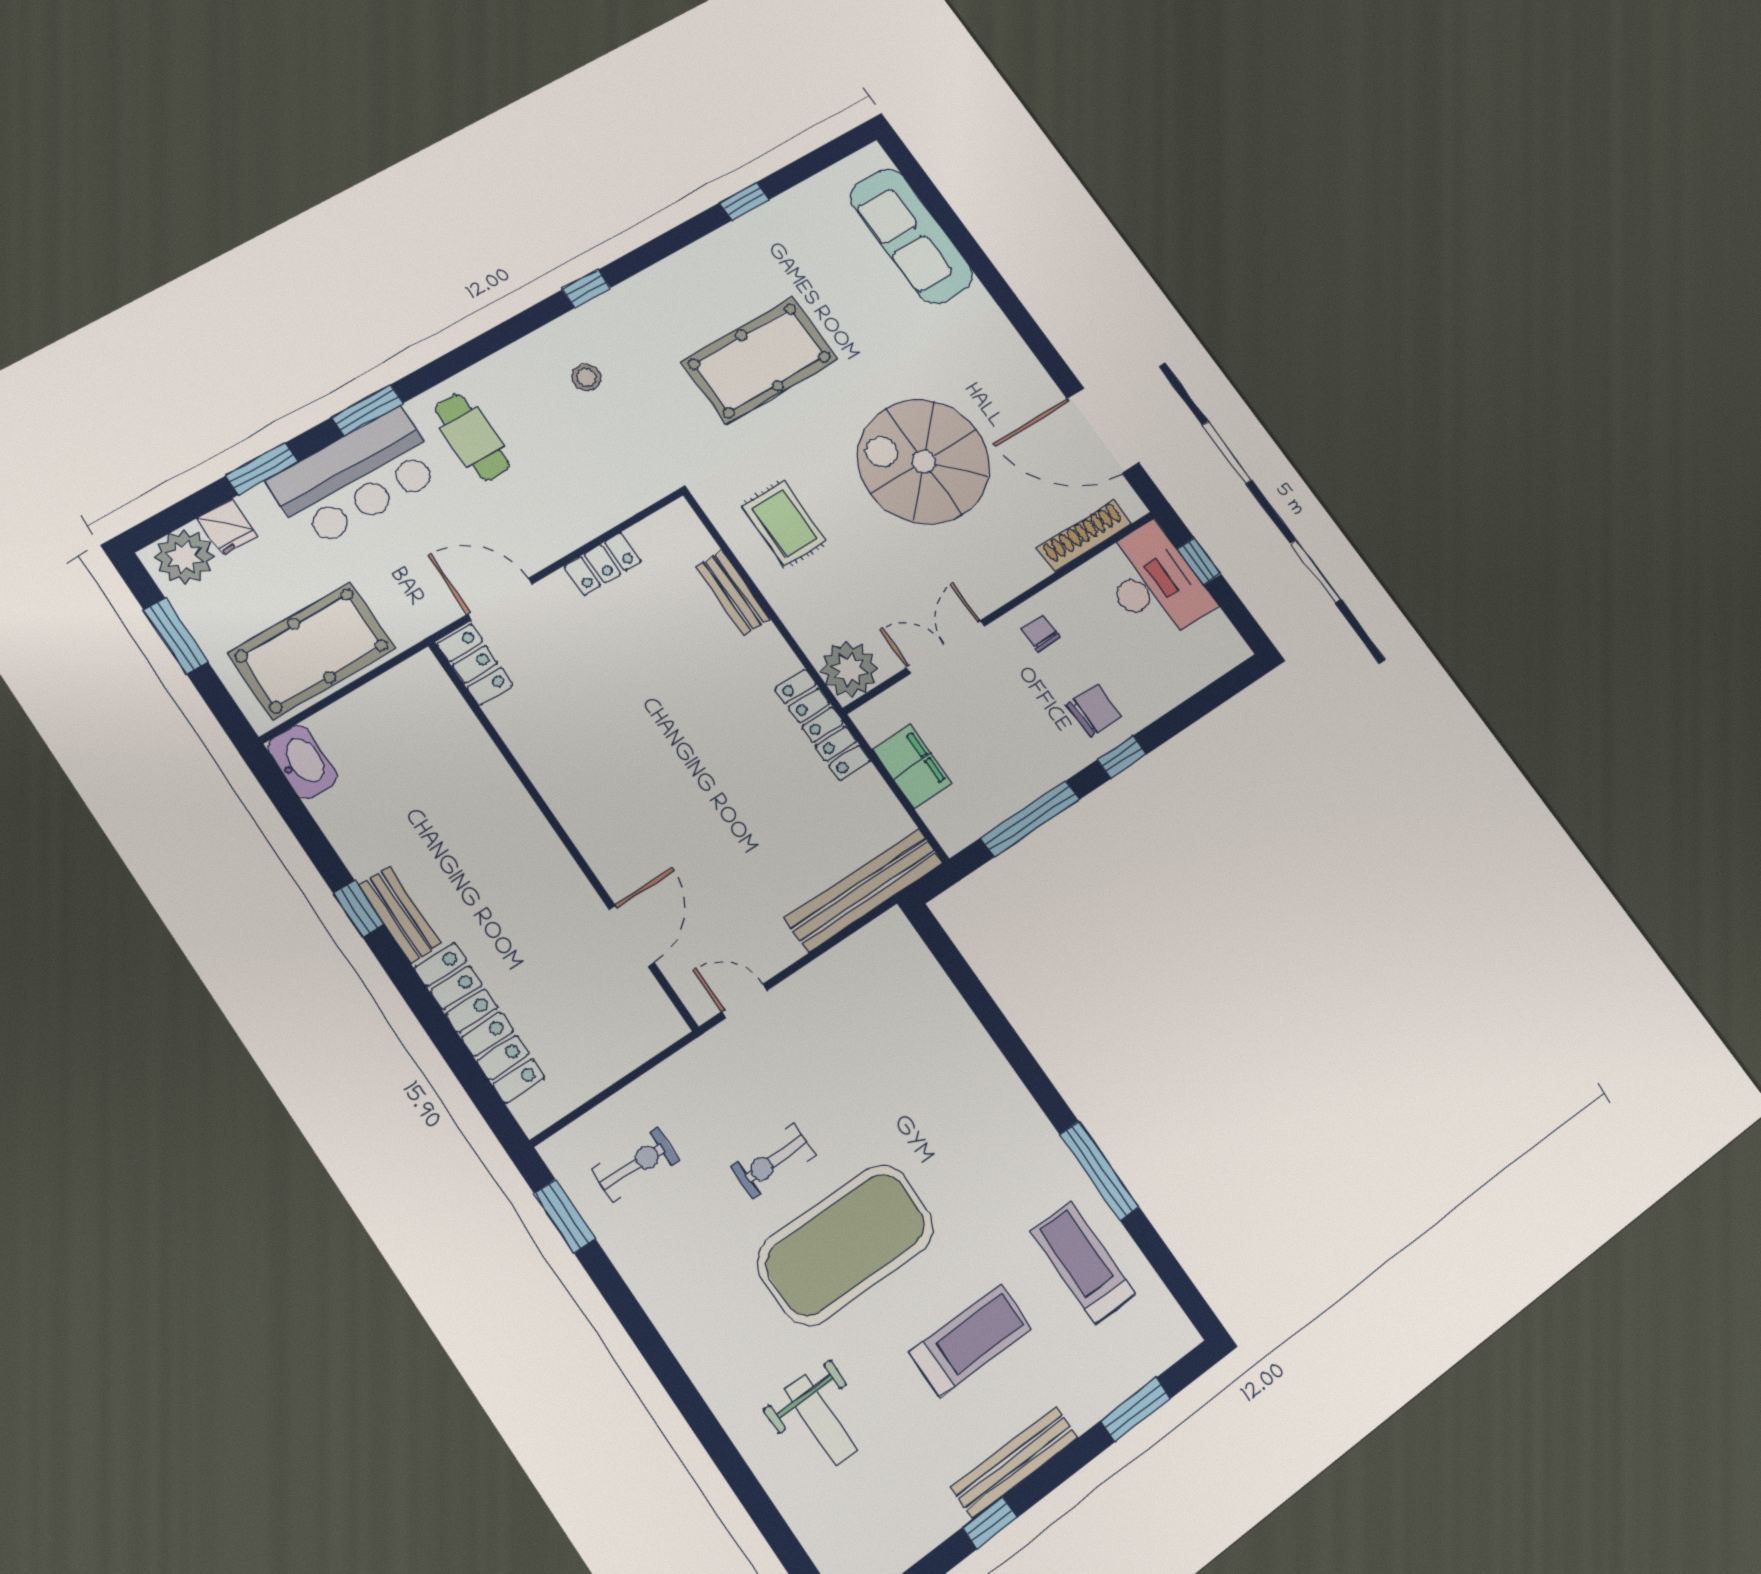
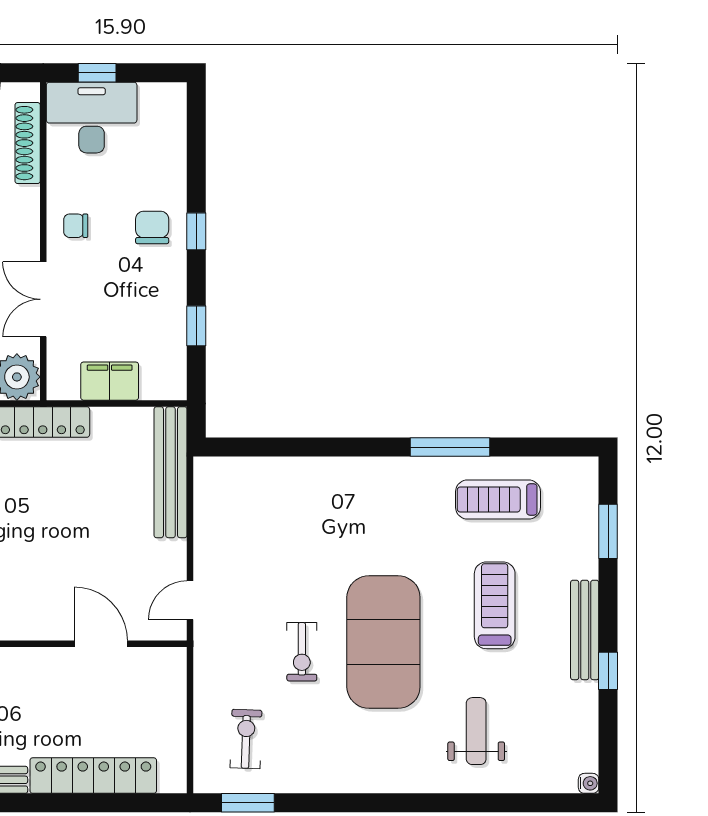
window: (1030, 819) -> (196, 326), width x0.46
weight bench: (821, 1420) -> (476, 731), turned -90

